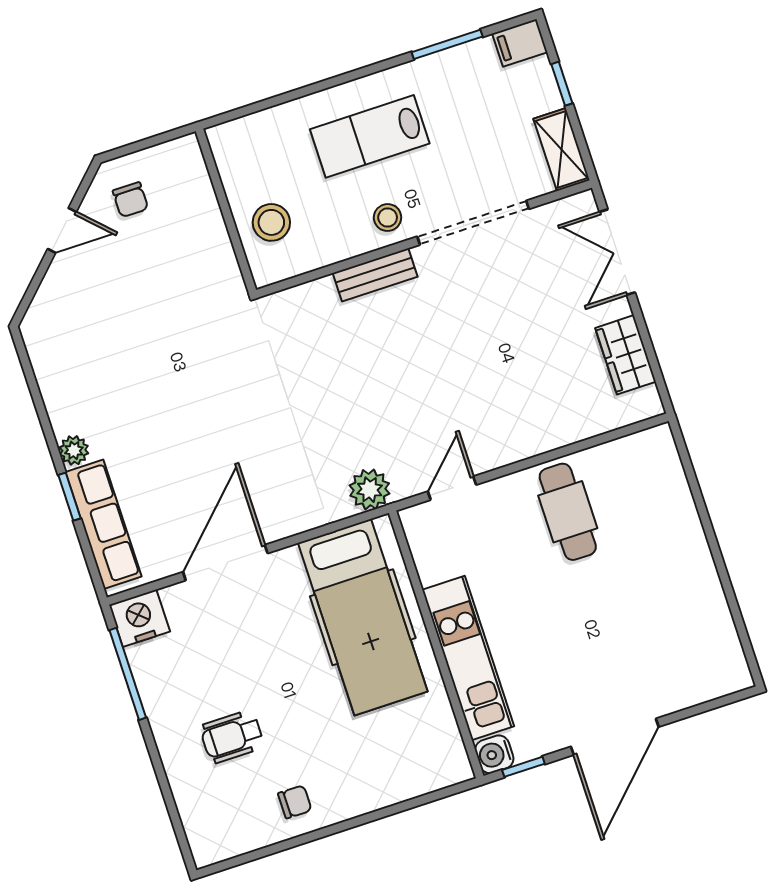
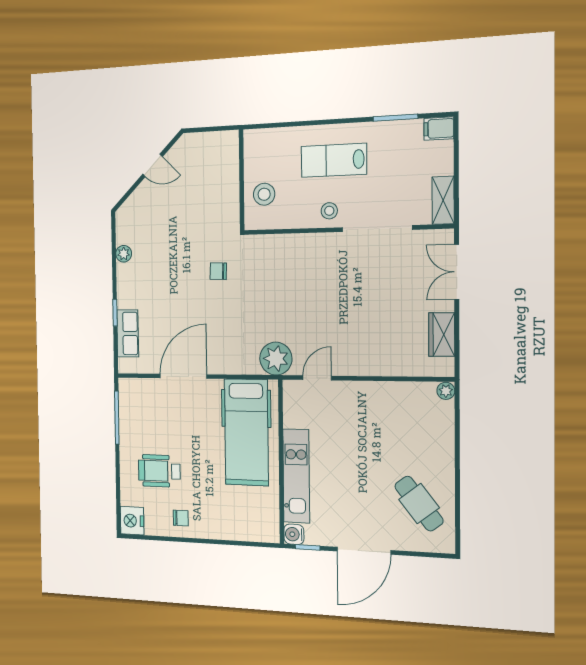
window: (562, 84) -> (456, 160), removed
chair: (130, 200) -> (218, 271), moved, turned 92
bench: (375, 275) -> (312, 242), removed
plant: (660, 439) -> (446, 391), added
plant: (74, 450) -> (124, 254), moved
plant: (370, 490) -> (276, 359), width x1.36, depth x1.36
cafe table: (568, 512) -> (419, 504), moved, turned -38
row of seats: (103, 524) -> (128, 333), width x0.68
nightstand: (140, 618) -> (132, 521), moved, turned -90
wheelchair: (232, 737) -> (159, 471), width x1.36, depth x1.37

